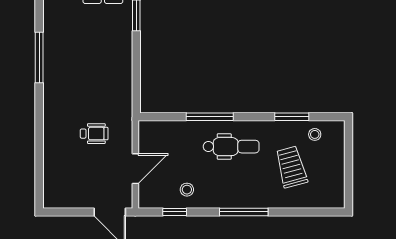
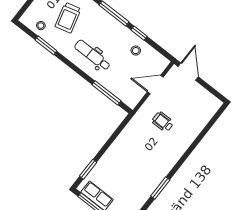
window: (39, 58) -> (160, 188), width x0.69
window: (210, 117) -> (106, 93), moved
window: (175, 212) -> (139, 33), moved

